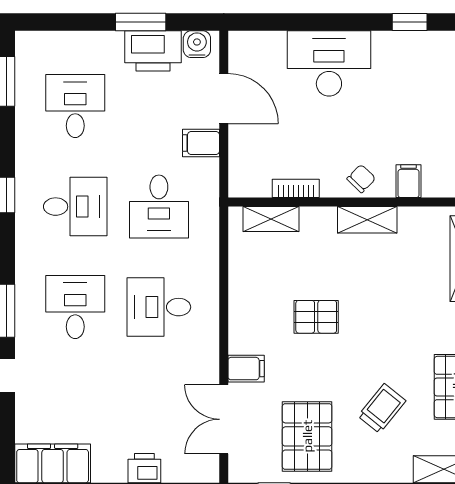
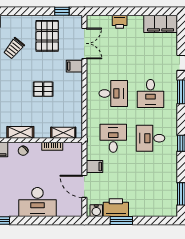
desk: (75, 106) -> (150, 183), removed

